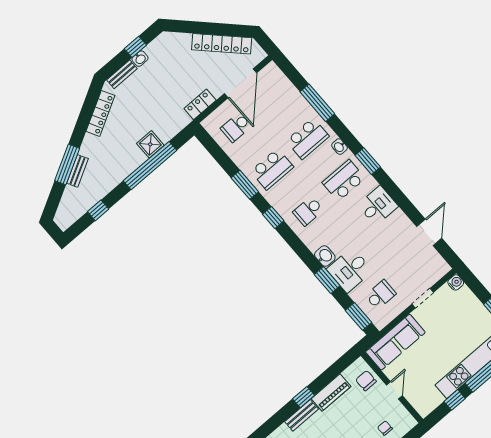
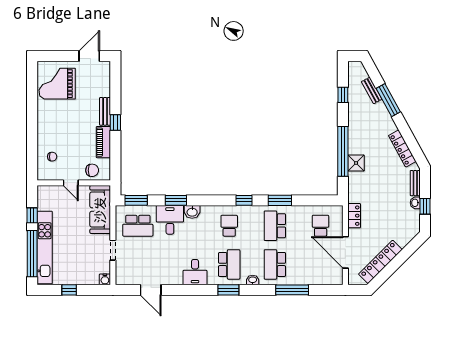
bench: (77, 171) -> (372, 90), moved
school desk: (380, 295) -> (138, 226), width x1.85

